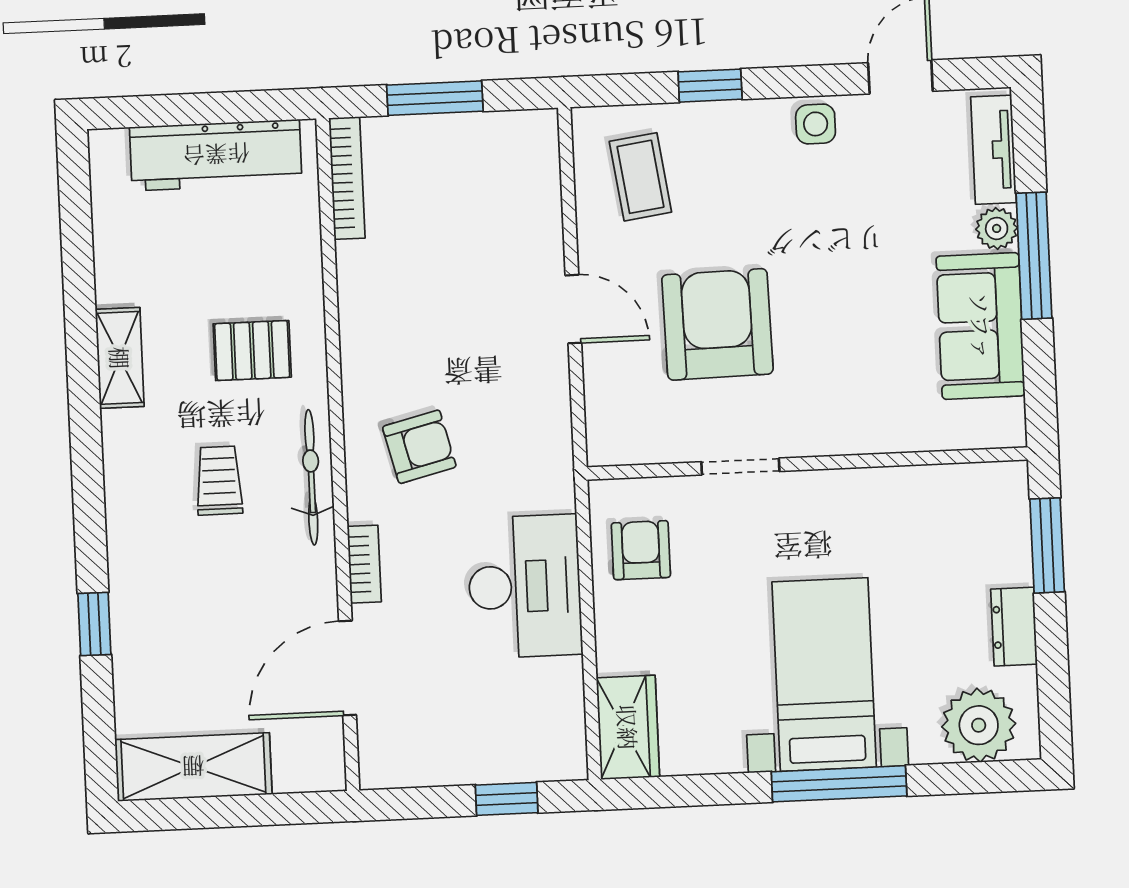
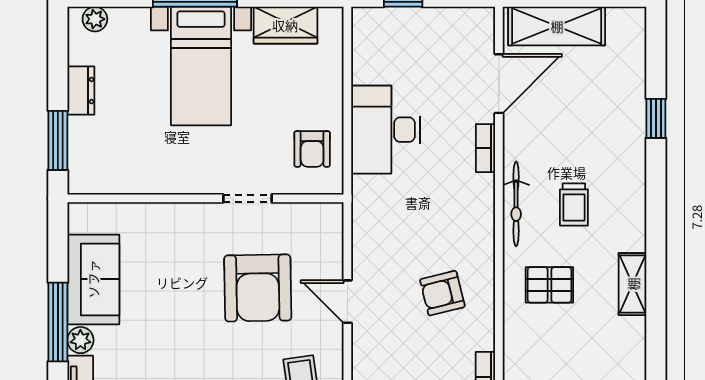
armchair: (419, 447) -> (442, 293), moved
plant: (979, 725) -> (95, 19), width x0.53, depth x0.53
wardrobe: (628, 727) -> (285, 25), moved, turned -90
shelving: (193, 767) -> (557, 26), moved

